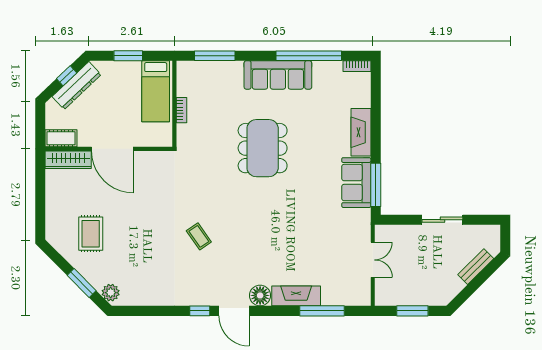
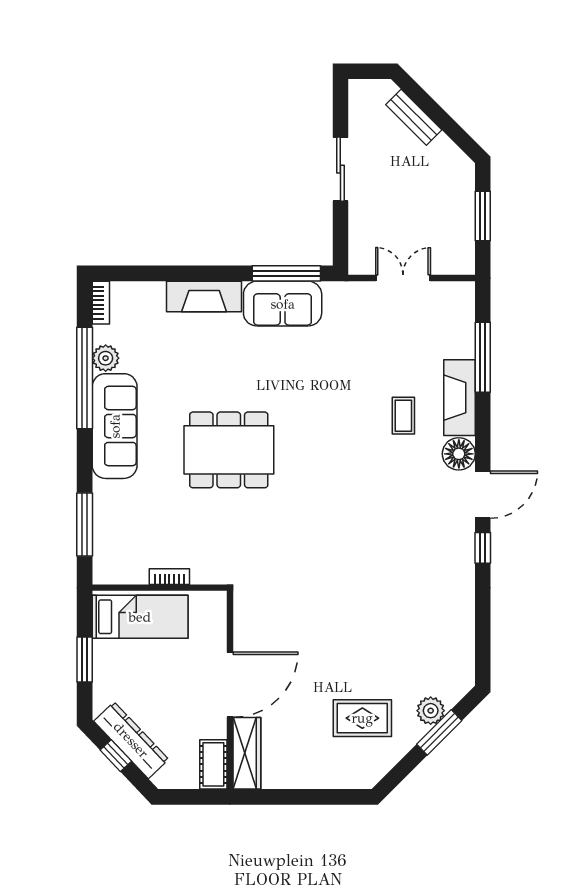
plant: (321, 69) -> (106, 358), added
coffee table: (199, 236) -> (403, 416), moved, turned -55
plant: (111, 293) -> (431, 711), moved

